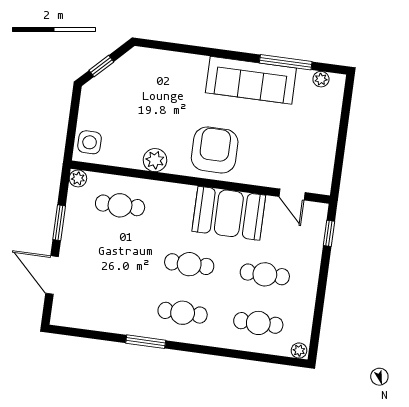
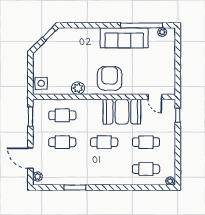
window: (286, 62) -> (142, 25), width x1.46
window: (101, 66) -> (49, 34), moved
plant: (78, 178) -> (37, 177), moved
window: (59, 223) -> (30, 116), moved
cafe table: (183, 313) -> (62, 142), moved
window: (146, 342) -> (75, 188), moved

